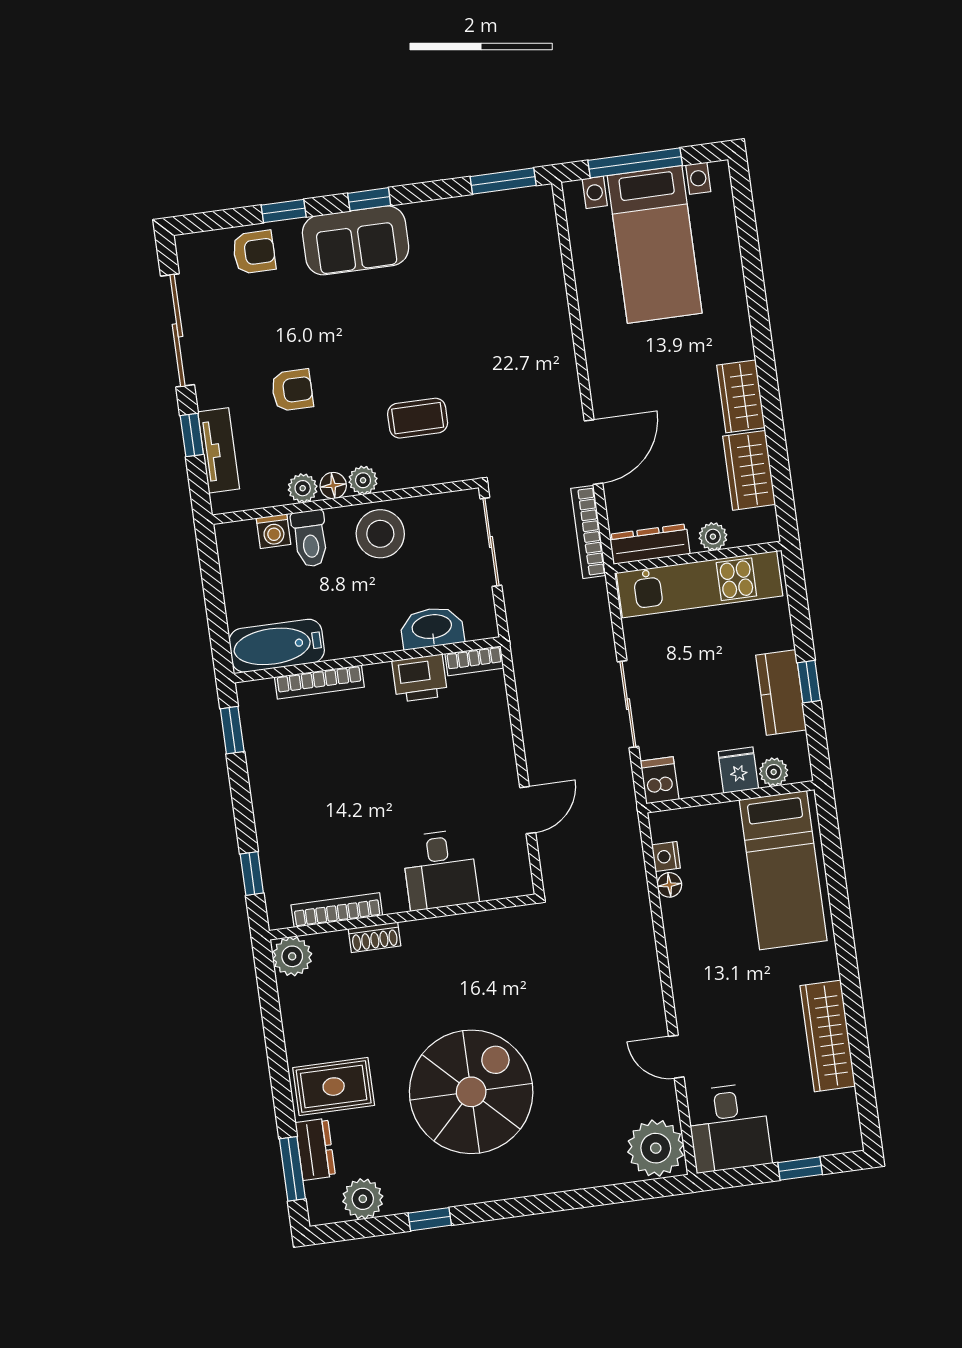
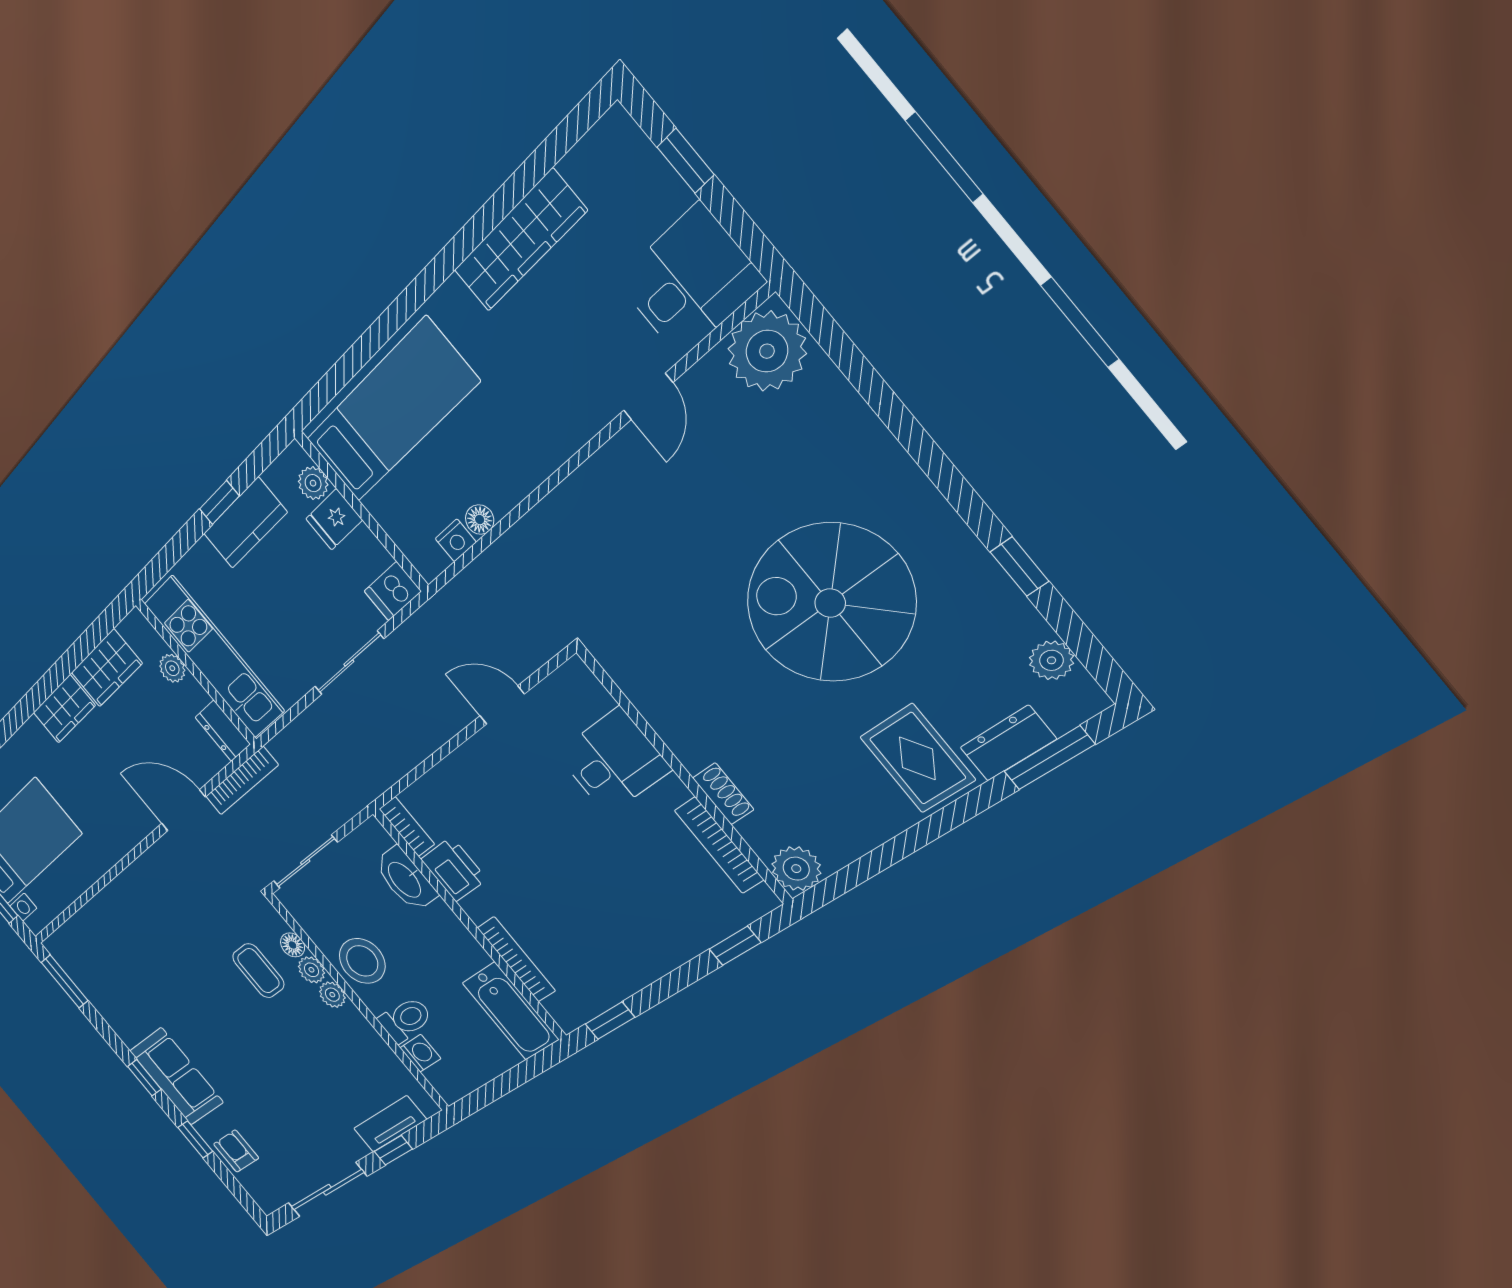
armchair: (292, 390) -> (307, 1082), removed
floor lamp: (333, 486) -> (293, 945), moved
plant: (303, 488) -> (311, 970), moved
dresser: (650, 544) -> (223, 731), width x0.70
plant: (363, 1199) -> (1051, 660), width x0.73, depth x0.73

